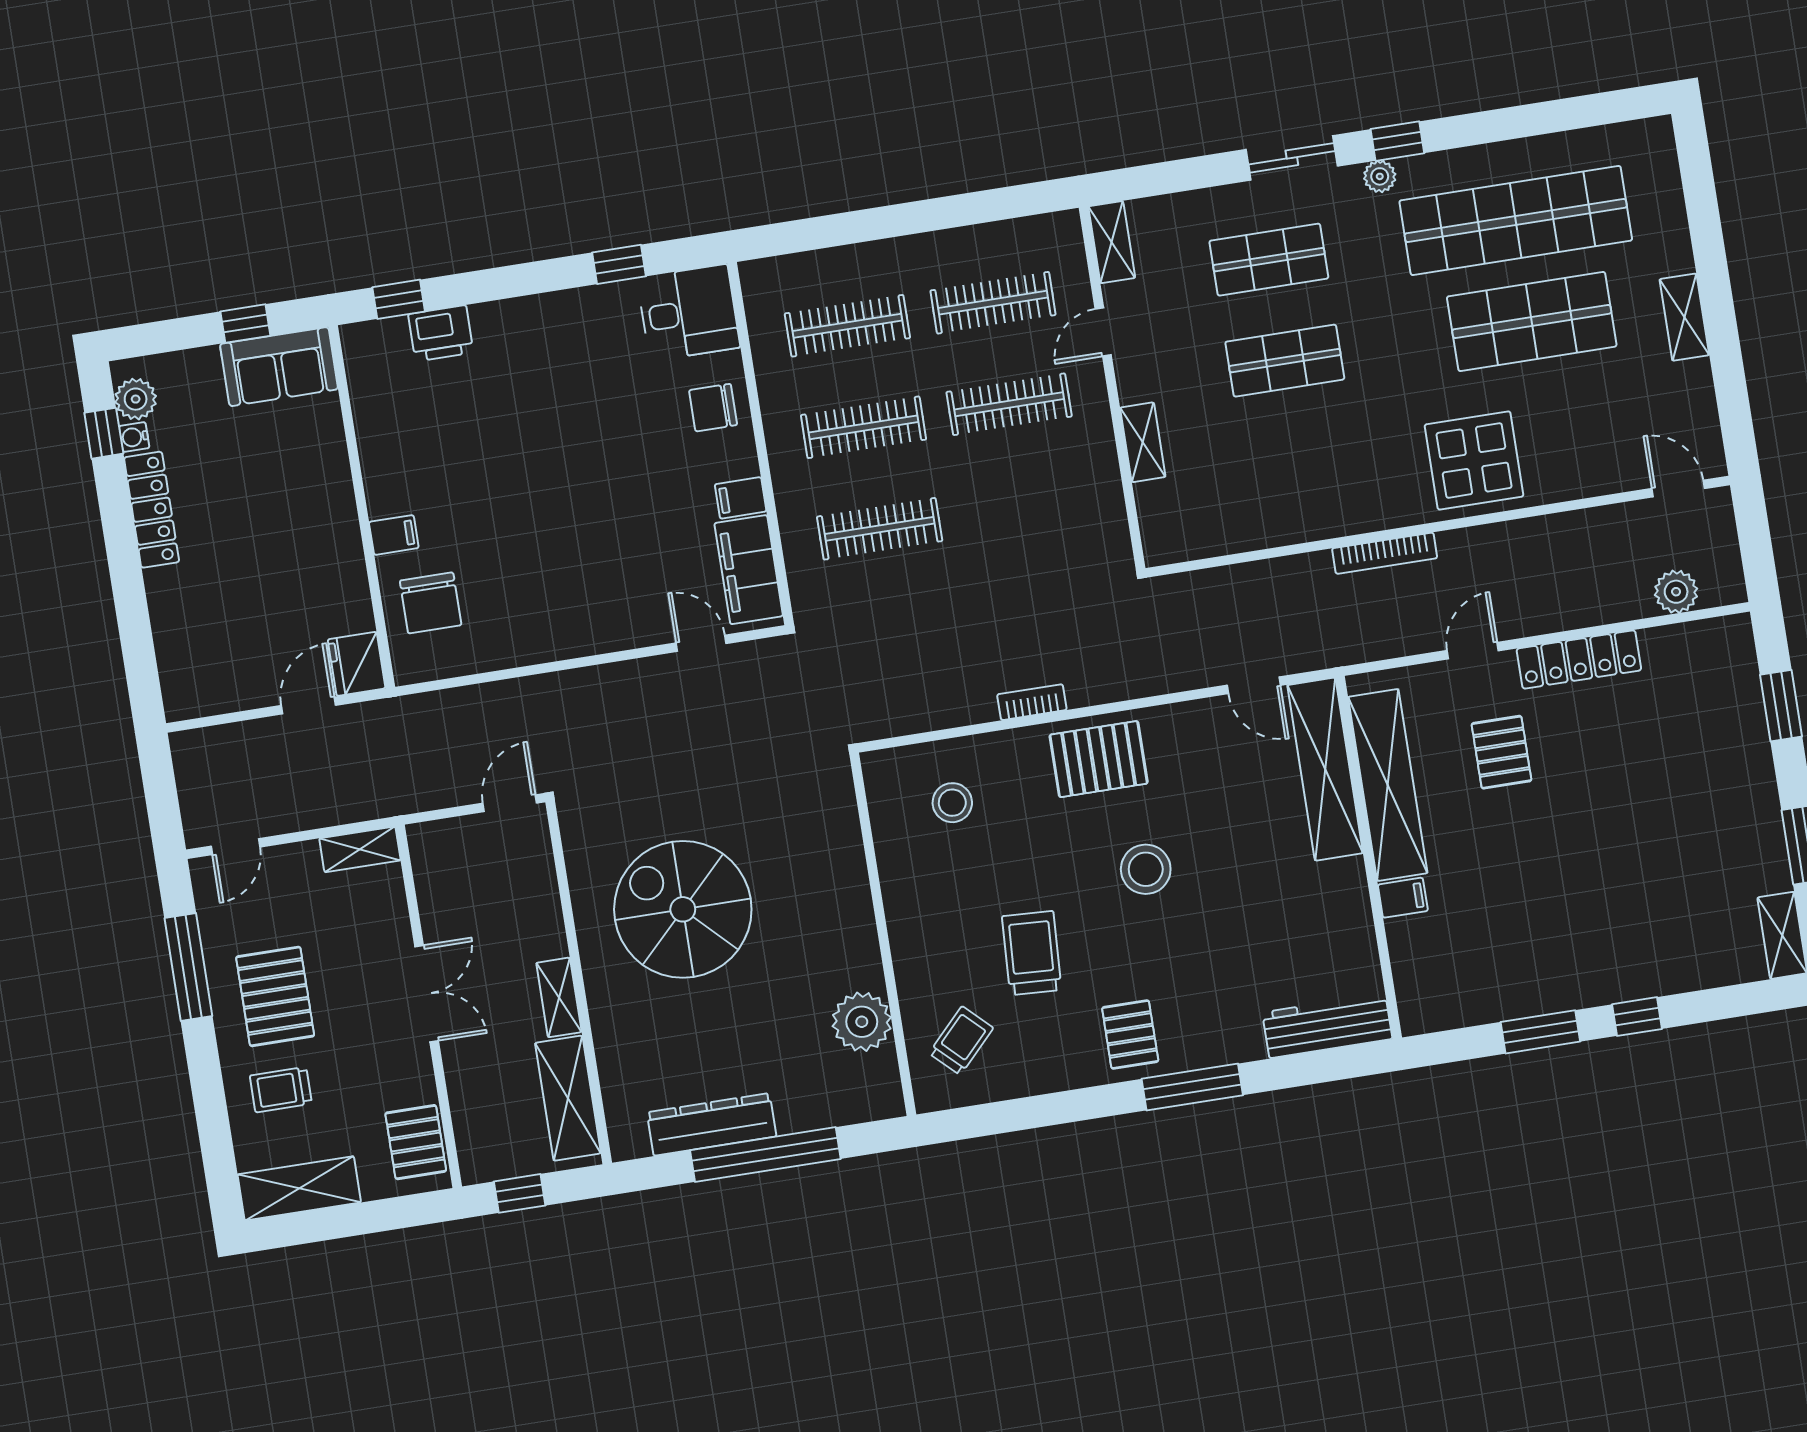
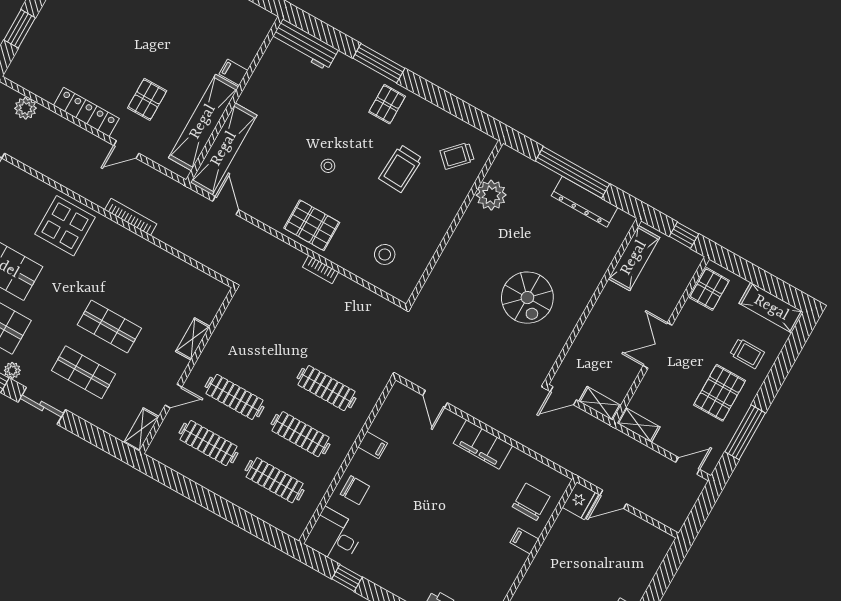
filing cabinet: (749, 570) -> (483, 445), moved, turned 90
stool: (1146, 869) -> (328, 166), width x0.53, depth x0.53
spiral stairs: (683, 909) -> (527, 298), width x0.73, depth x0.73
shelving: (559, 997) -> (600, 403), moved, turned 90

